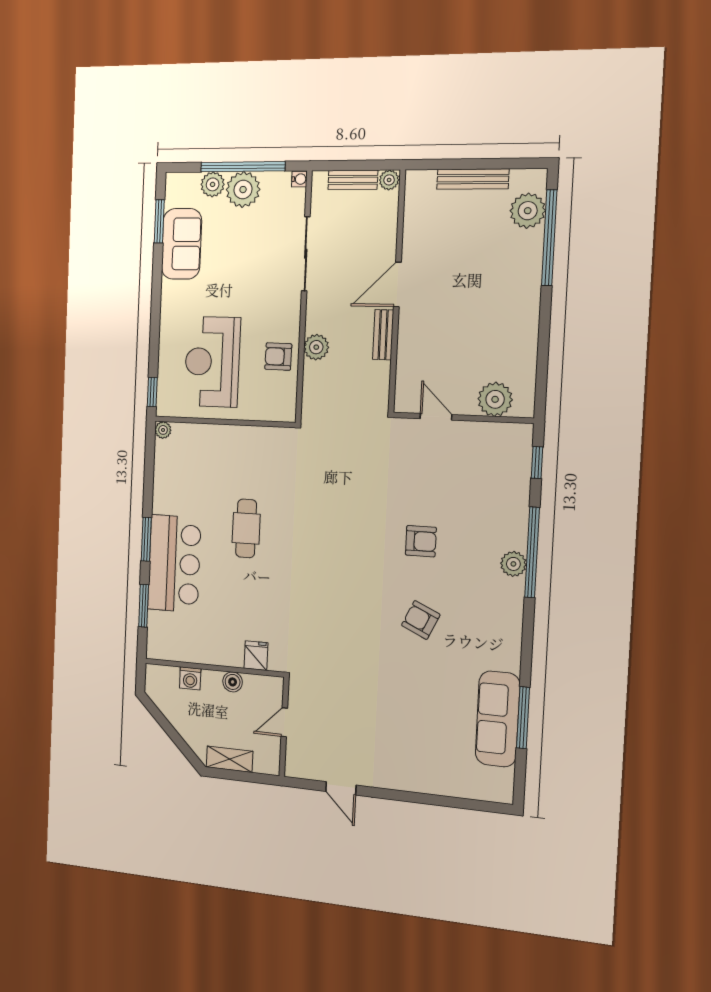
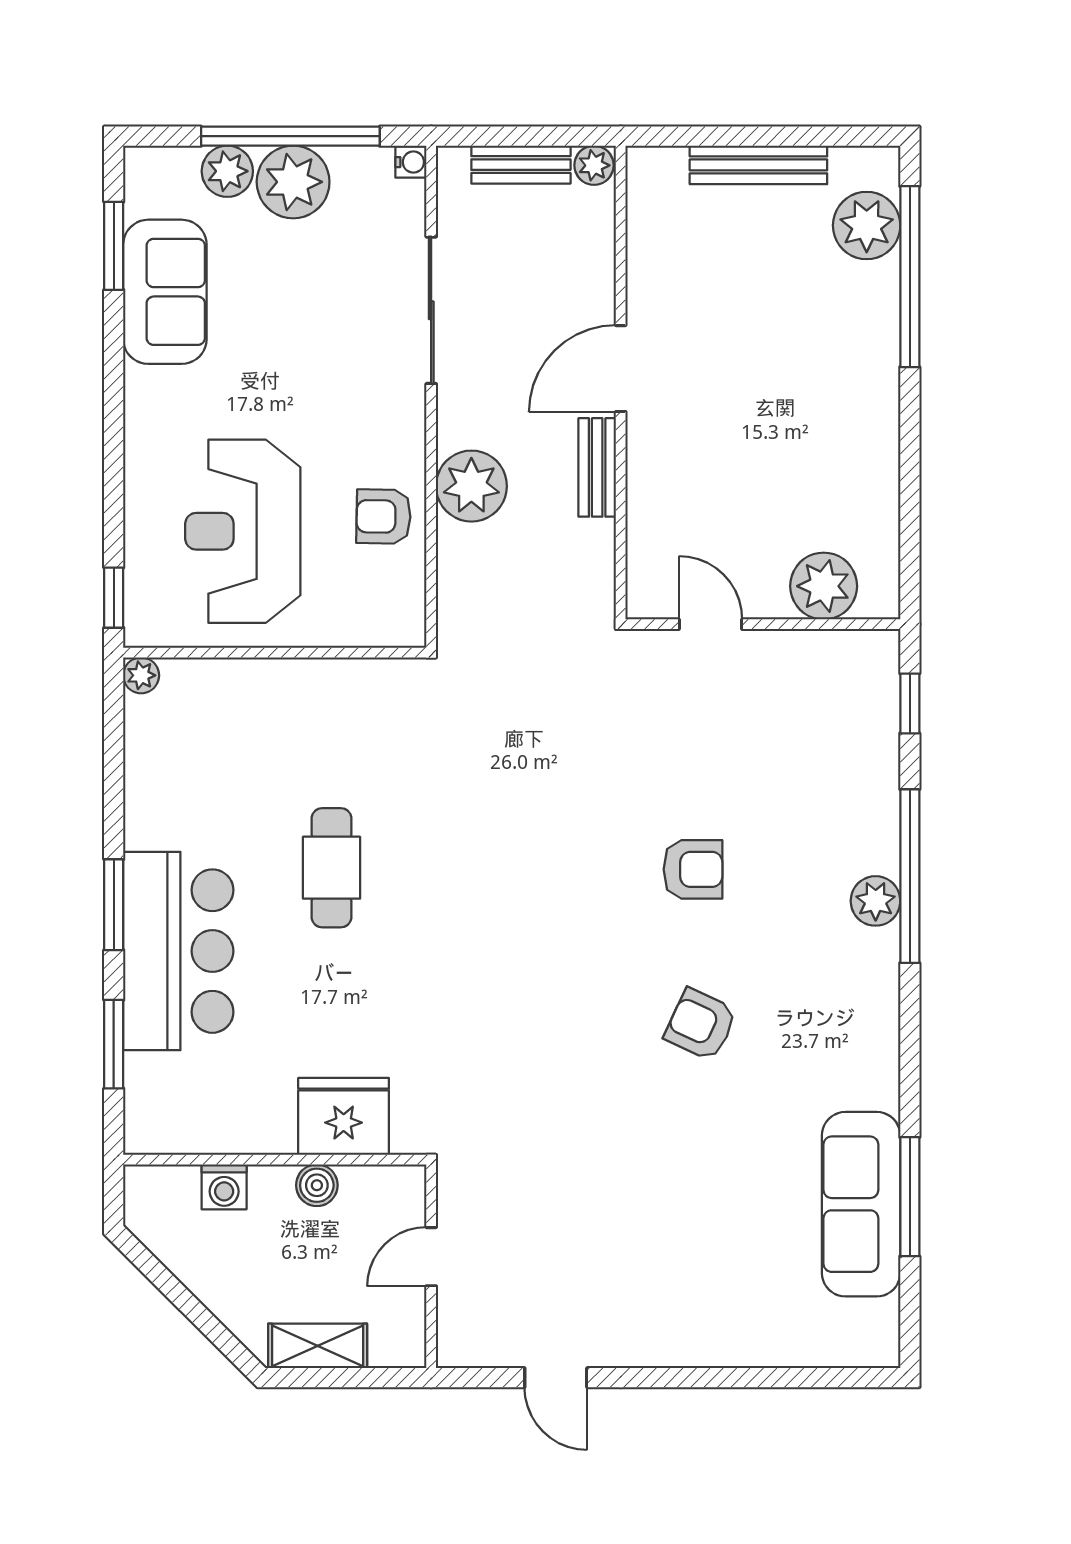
plant: (316, 347) -> (471, 486), width x1.36, depth x1.36
fridge: (256, 656) -> (344, 1116), width x1.88, depth x1.34

